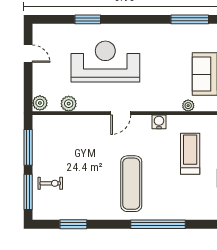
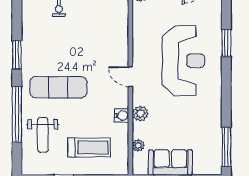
plant: (69, 104) -> (140, 114), moved
weight bench: (178, 199) -> (43, 135), added
window: (73, 224) -> (17, 55), moved

